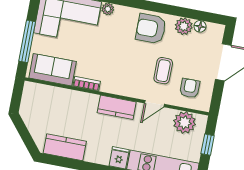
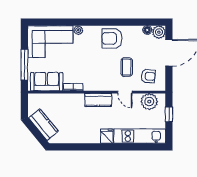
plant: (184, 26) -> (159, 32), moved
armchair: (190, 88) -> (148, 76), turned 95
door: (154, 104) -> (125, 92), hinge flipped
kitchen counter: (65, 147) -> (43, 125), moved, turned 51

